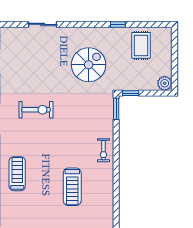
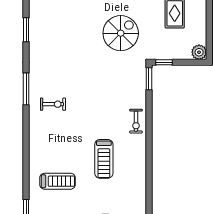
exercise bike: (36, 110) -> (53, 104), moved, width x0.73, depth x0.72
treadmill: (17, 174) -> (58, 181), moved, turned 90

